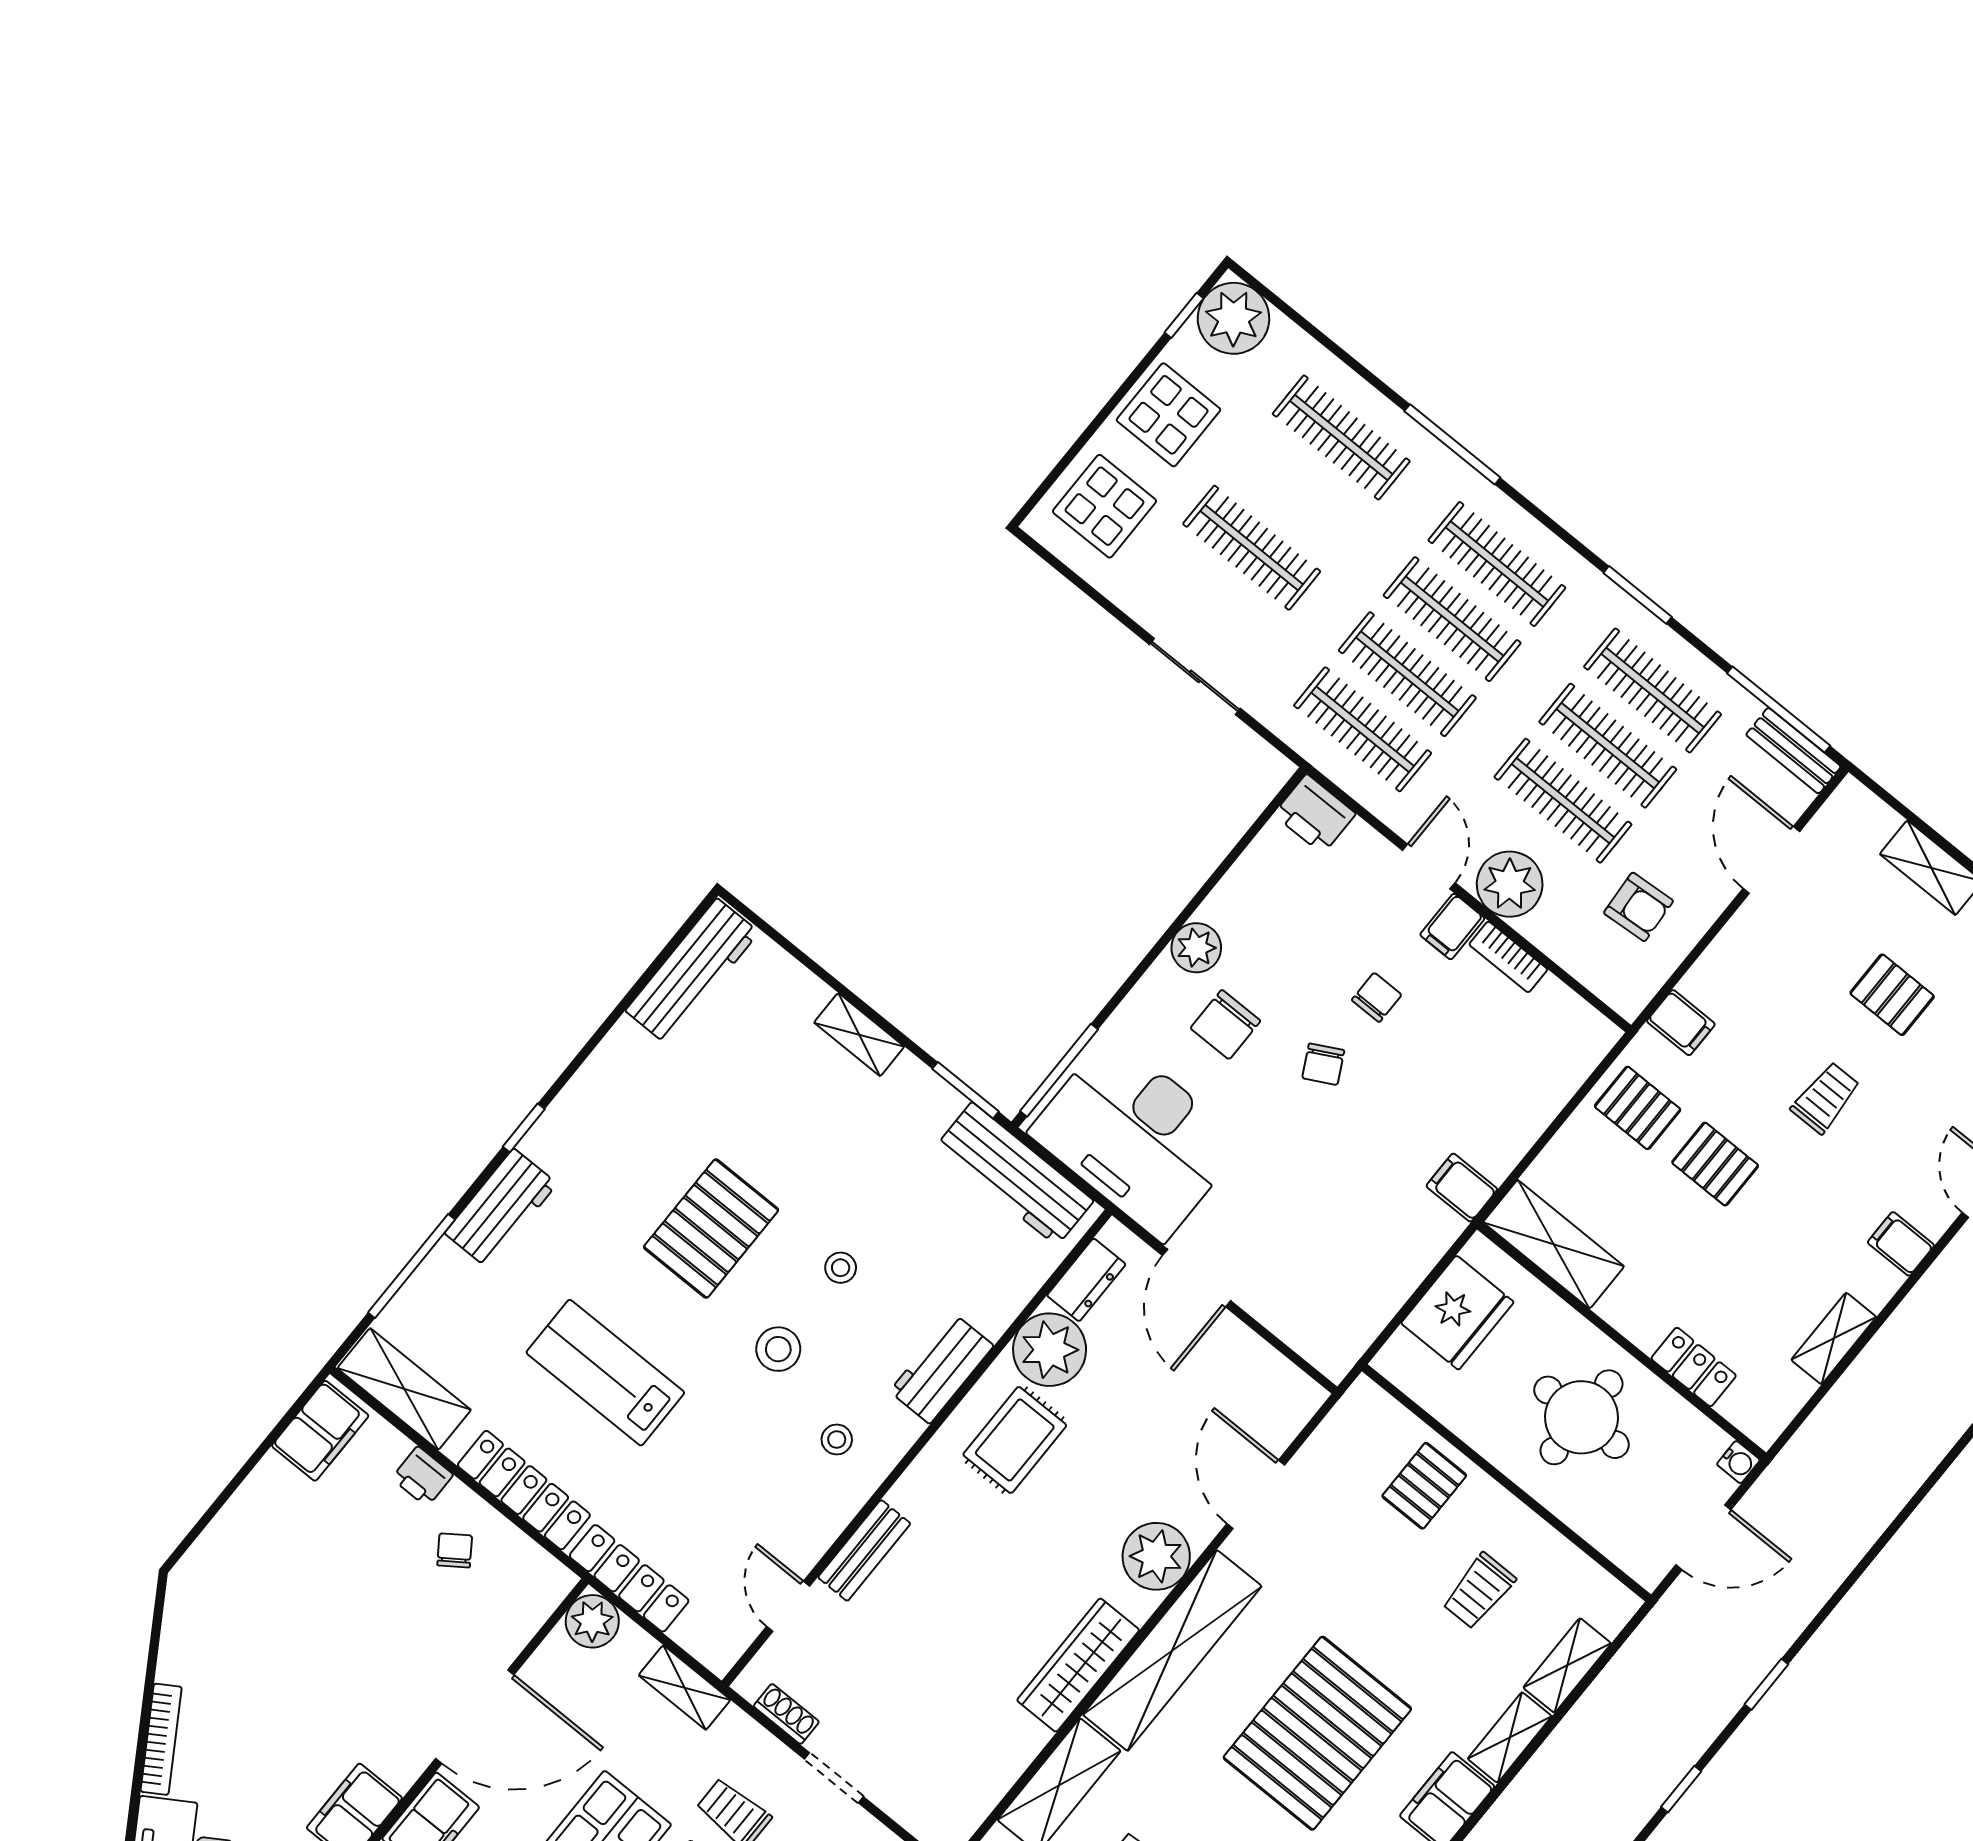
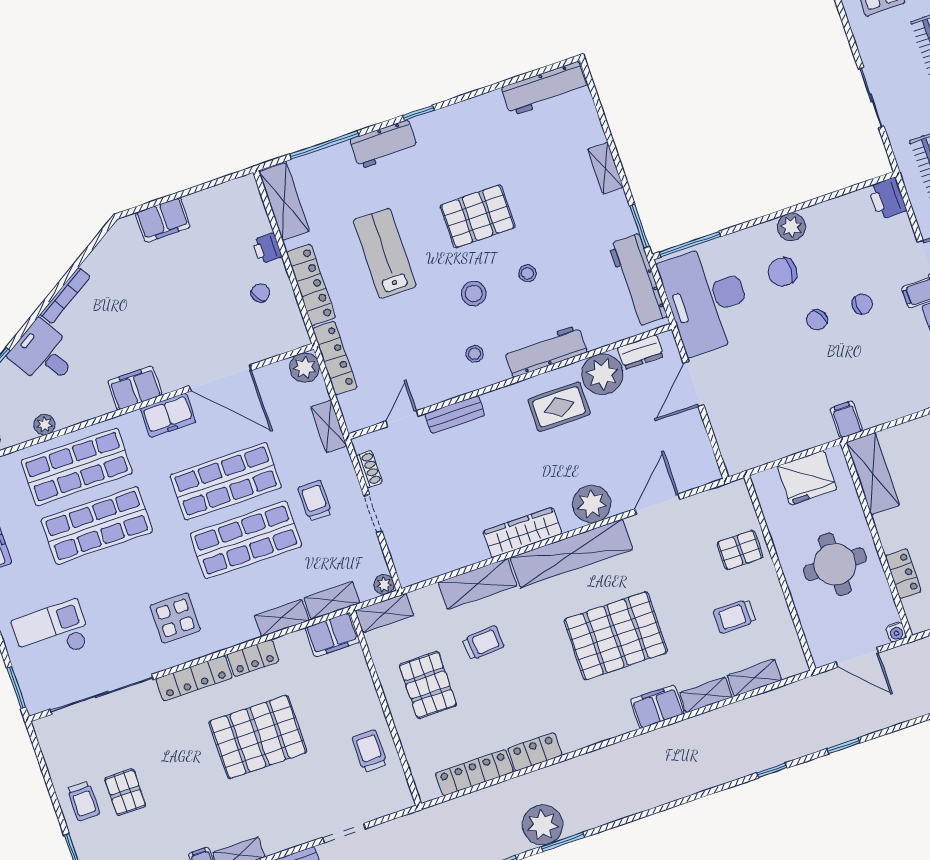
workbench: (942, 1369) -> (546, 351), width x1.38
filing cabinet: (320, 1431) -> (163, 220), moved

